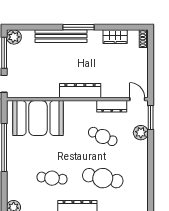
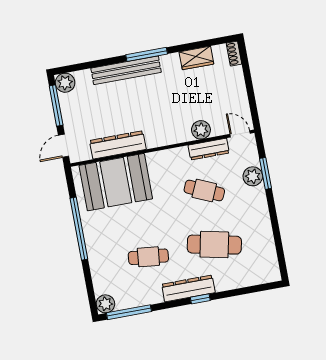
dresser: (80, 91) -> (118, 145), moved
plant: (109, 91) -> (201, 130), added
window: (151, 117) -> (265, 173), moved

